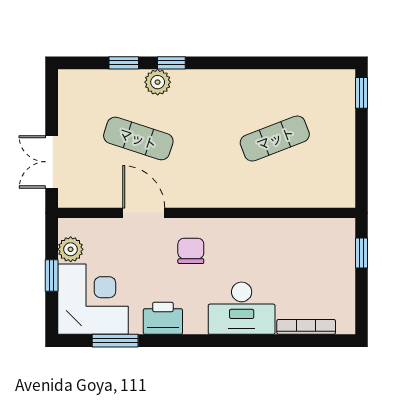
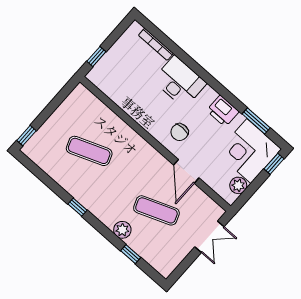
window: (171, 63) -> (78, 207), moved
exercise mat: (138, 138) -> (156, 210), turned -39
window: (52, 276) -> (274, 164), moved

